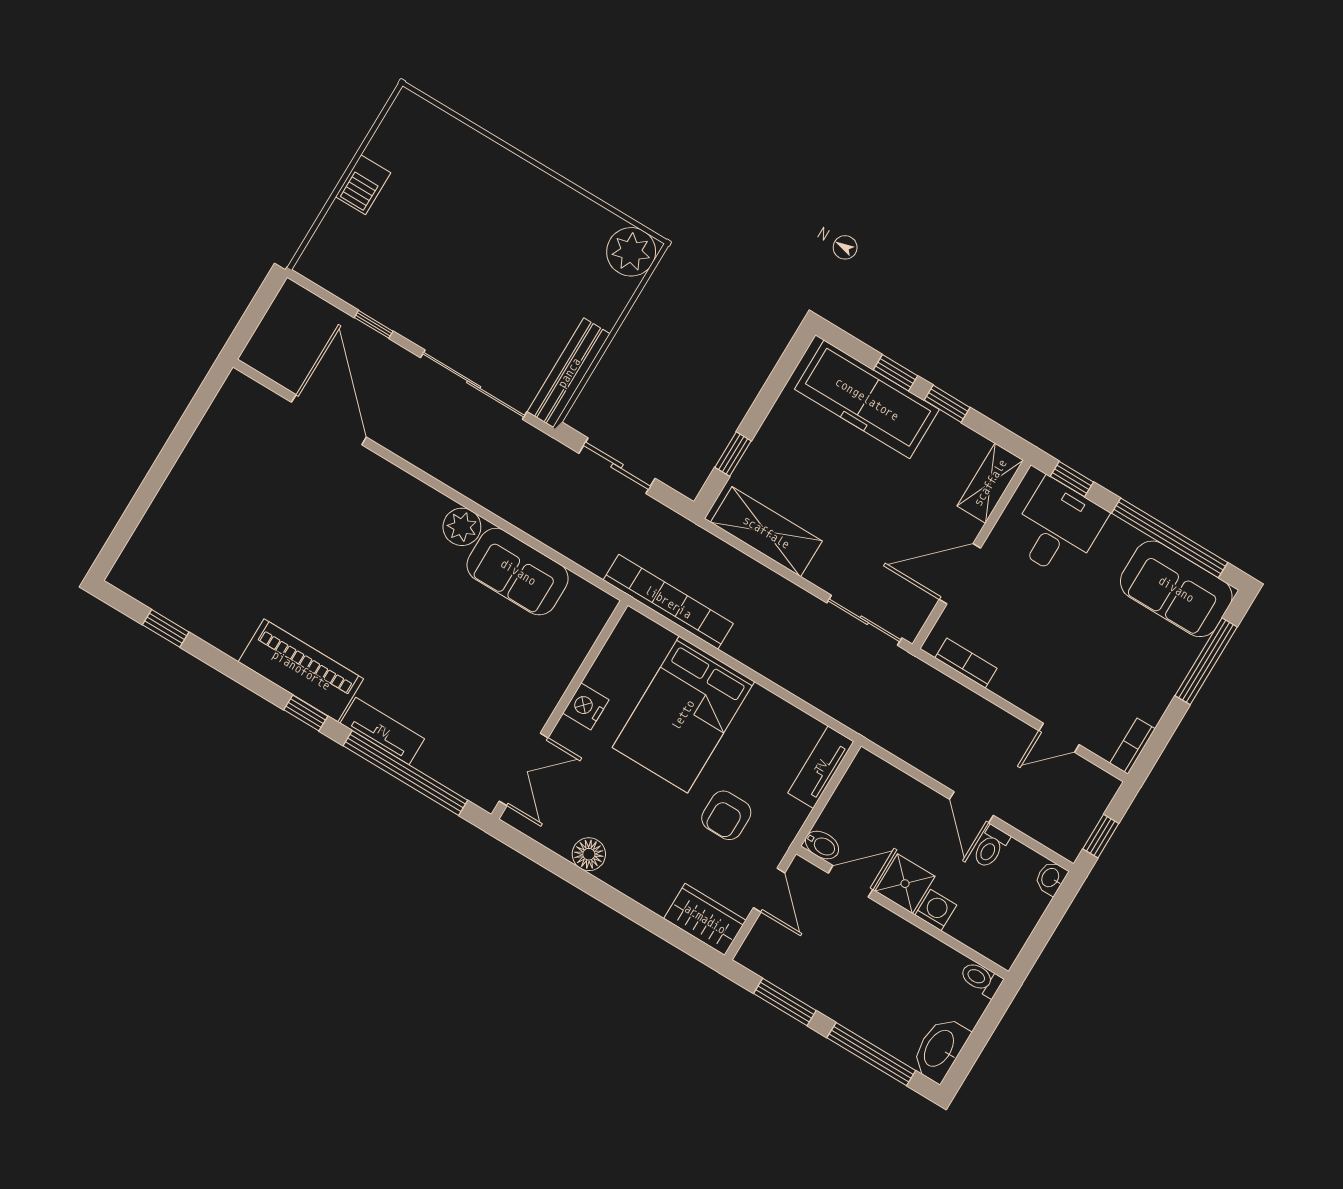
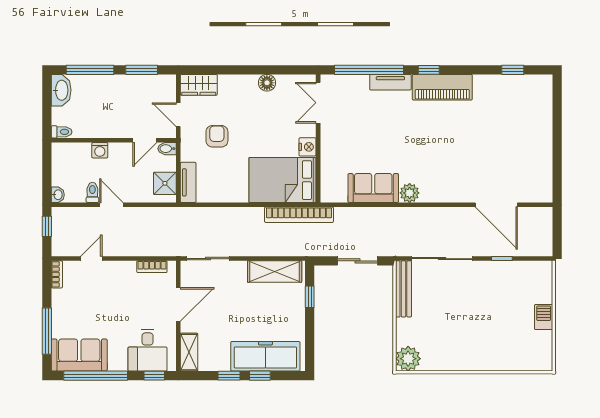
bed: (683, 715) -> (283, 180), moved, turned -90
shower: (905, 884) -> (165, 183), moved

